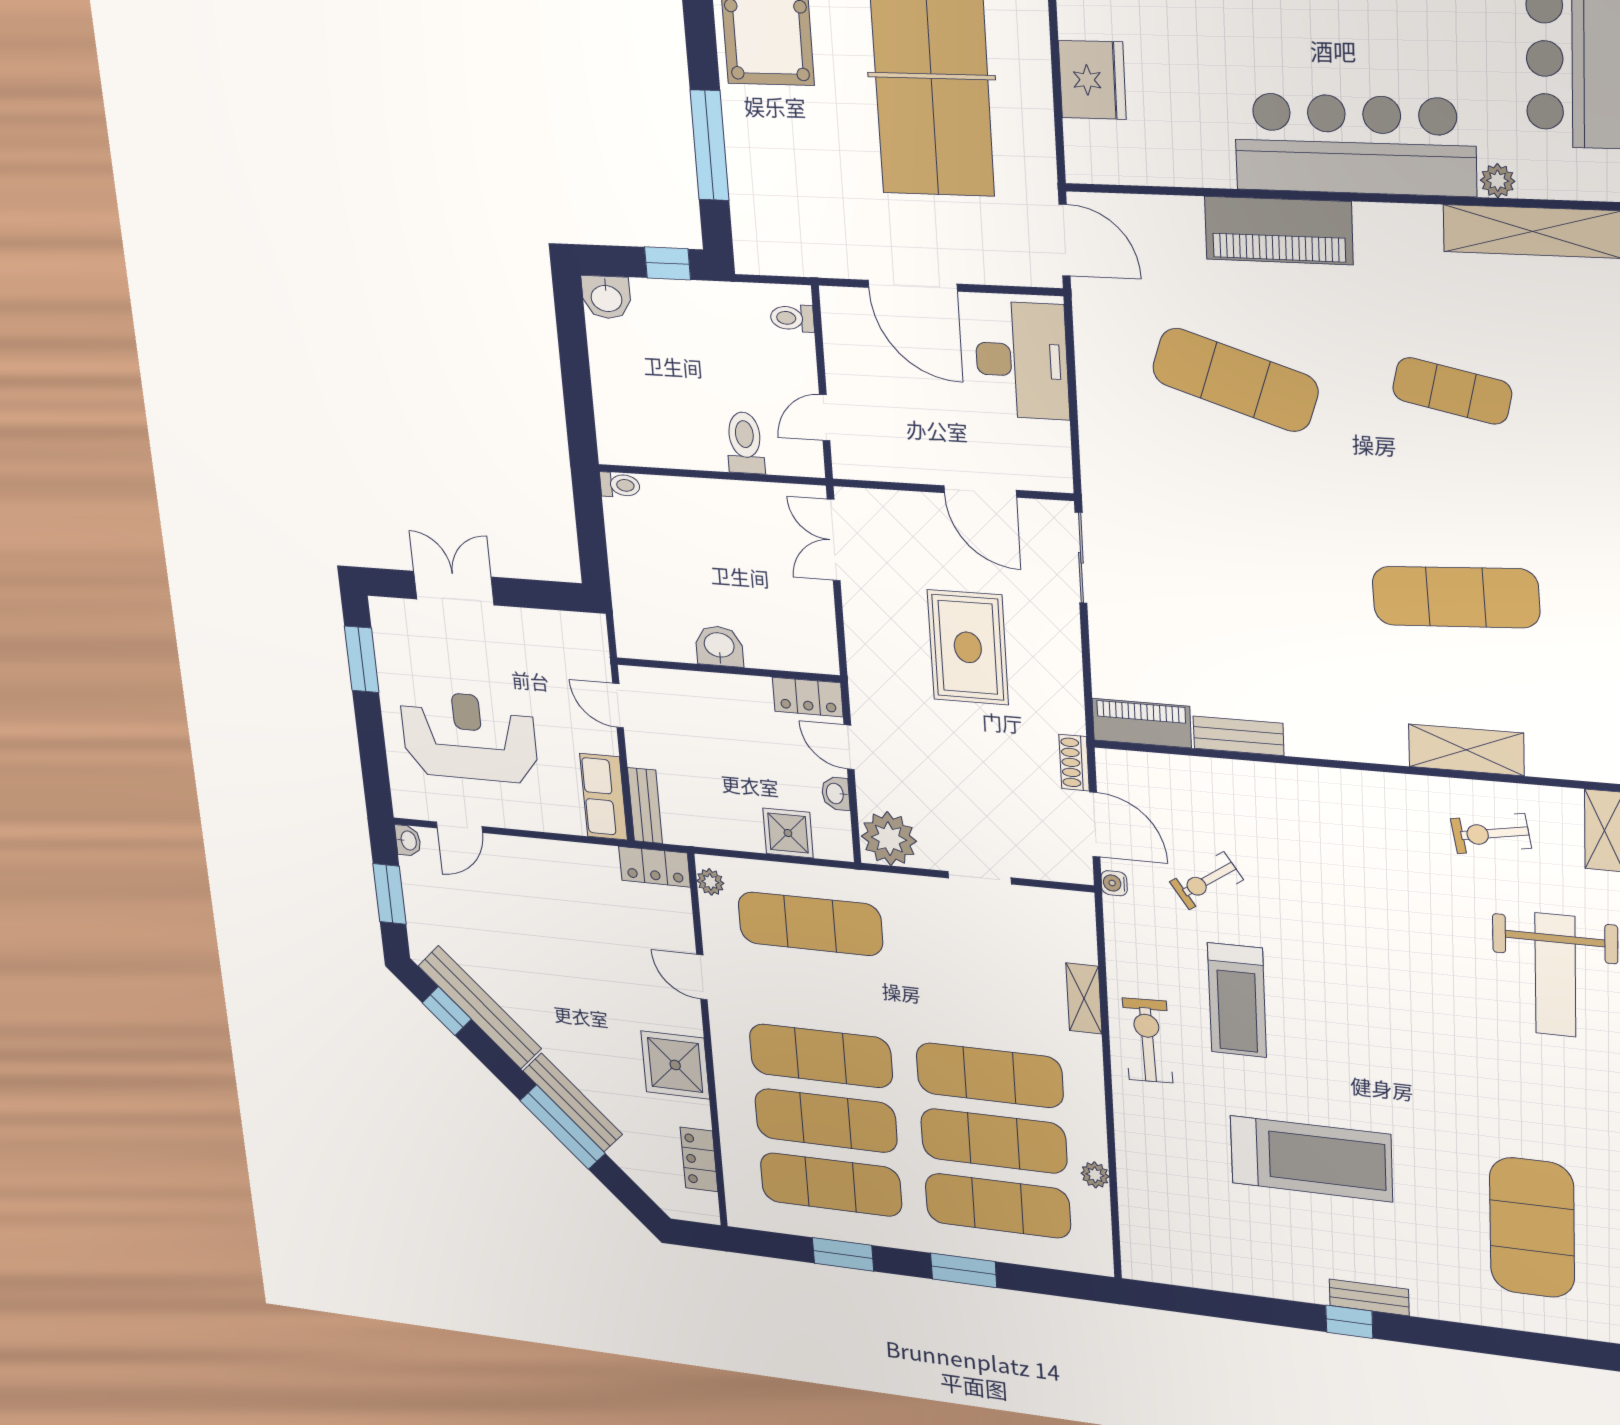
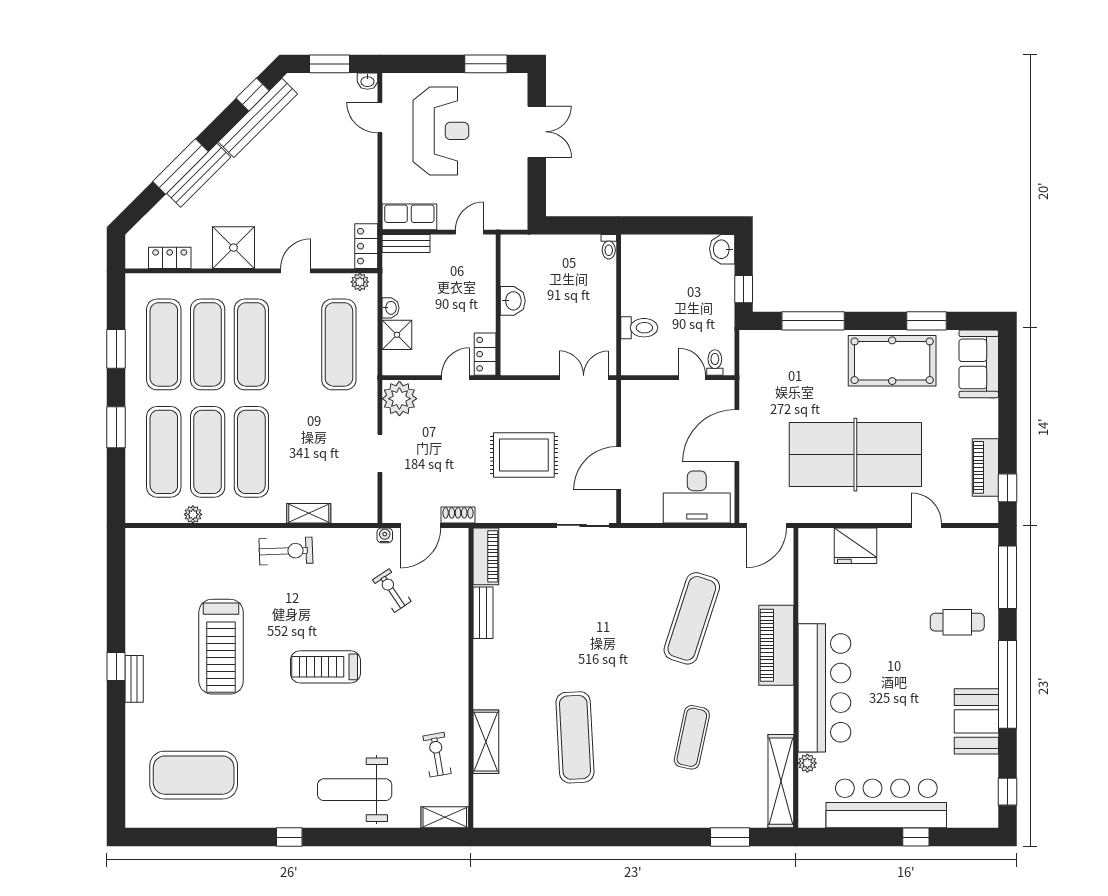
door: (825, 418) -> (692, 378), moved
washbasin: (836, 794) -> (390, 308), moved, turned 90
treadmill: (1237, 1000) -> (325, 667), moved

